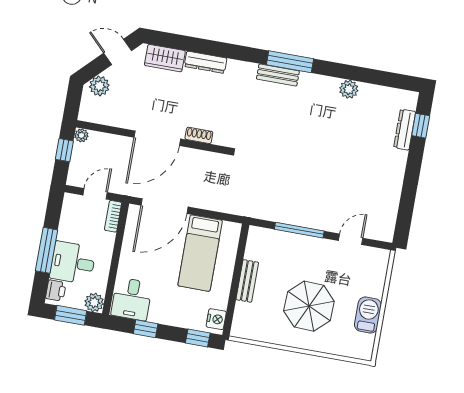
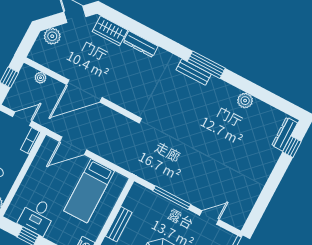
dresser: (405, 130) -> (285, 134), moved
plant: (81, 135) -> (40, 78), moved
shoe rack: (199, 135) -> (117, 99), removed
door: (165, 206) -> (73, 146), width x0.73
desk: (132, 299) -> (37, 216), moved

